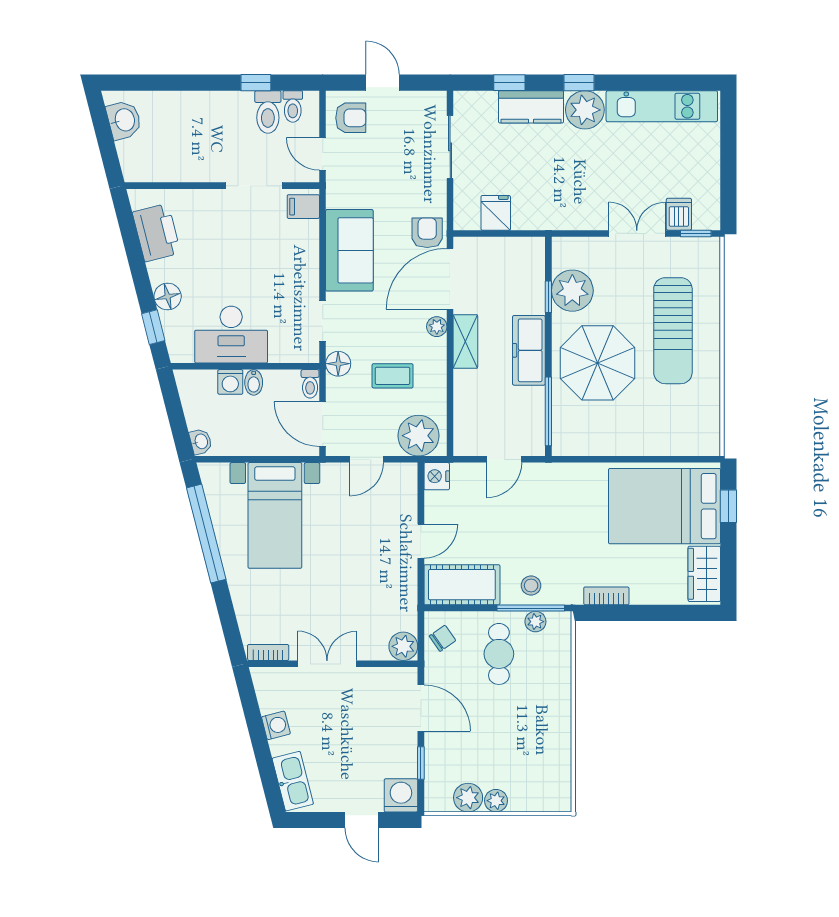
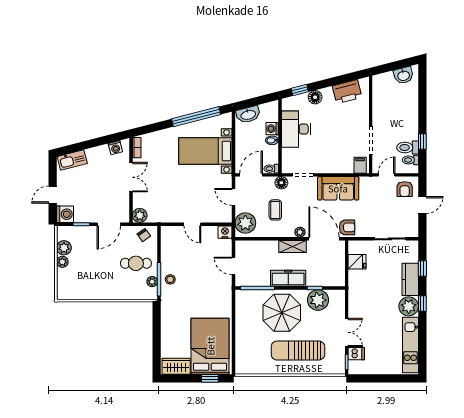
washbasin: (201, 442) -> (248, 115), width x1.91, depth x1.45
cot: (462, 585) -> (171, 245), removed
bookcase: (606, 596) -> (165, 317), removed
washing machine: (276, 725) -> (115, 148), moved

